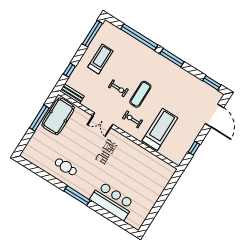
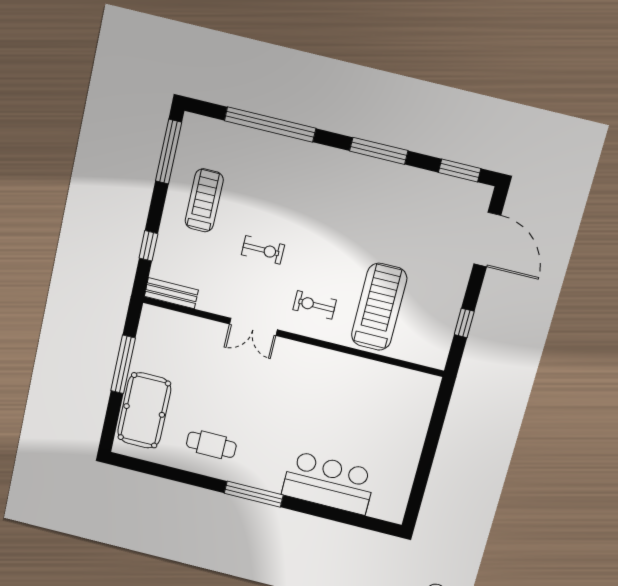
window: (172, 58) -> (379, 151), moved
exercise mat: (140, 94) -> (313, 247), removed
pool table: (58, 116) -> (144, 410), moved

